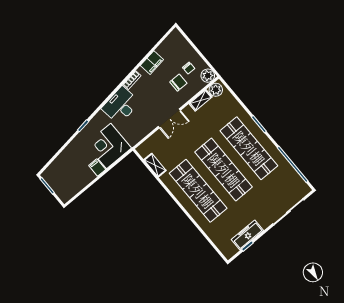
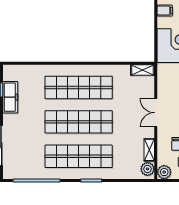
shelving: (155, 165) -> (143, 70), moved
filing cabinet: (97, 168) -> (165, 11), moved

